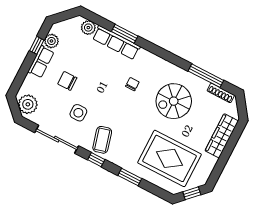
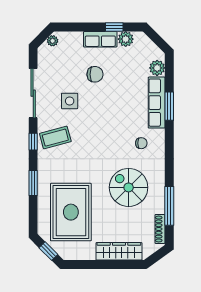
chair: (67, 81) -> (95, 74), turned 90
chair: (132, 84) -> (141, 143), moved
plant: (28, 104) -> (53, 41), width x0.53, depth x0.53

